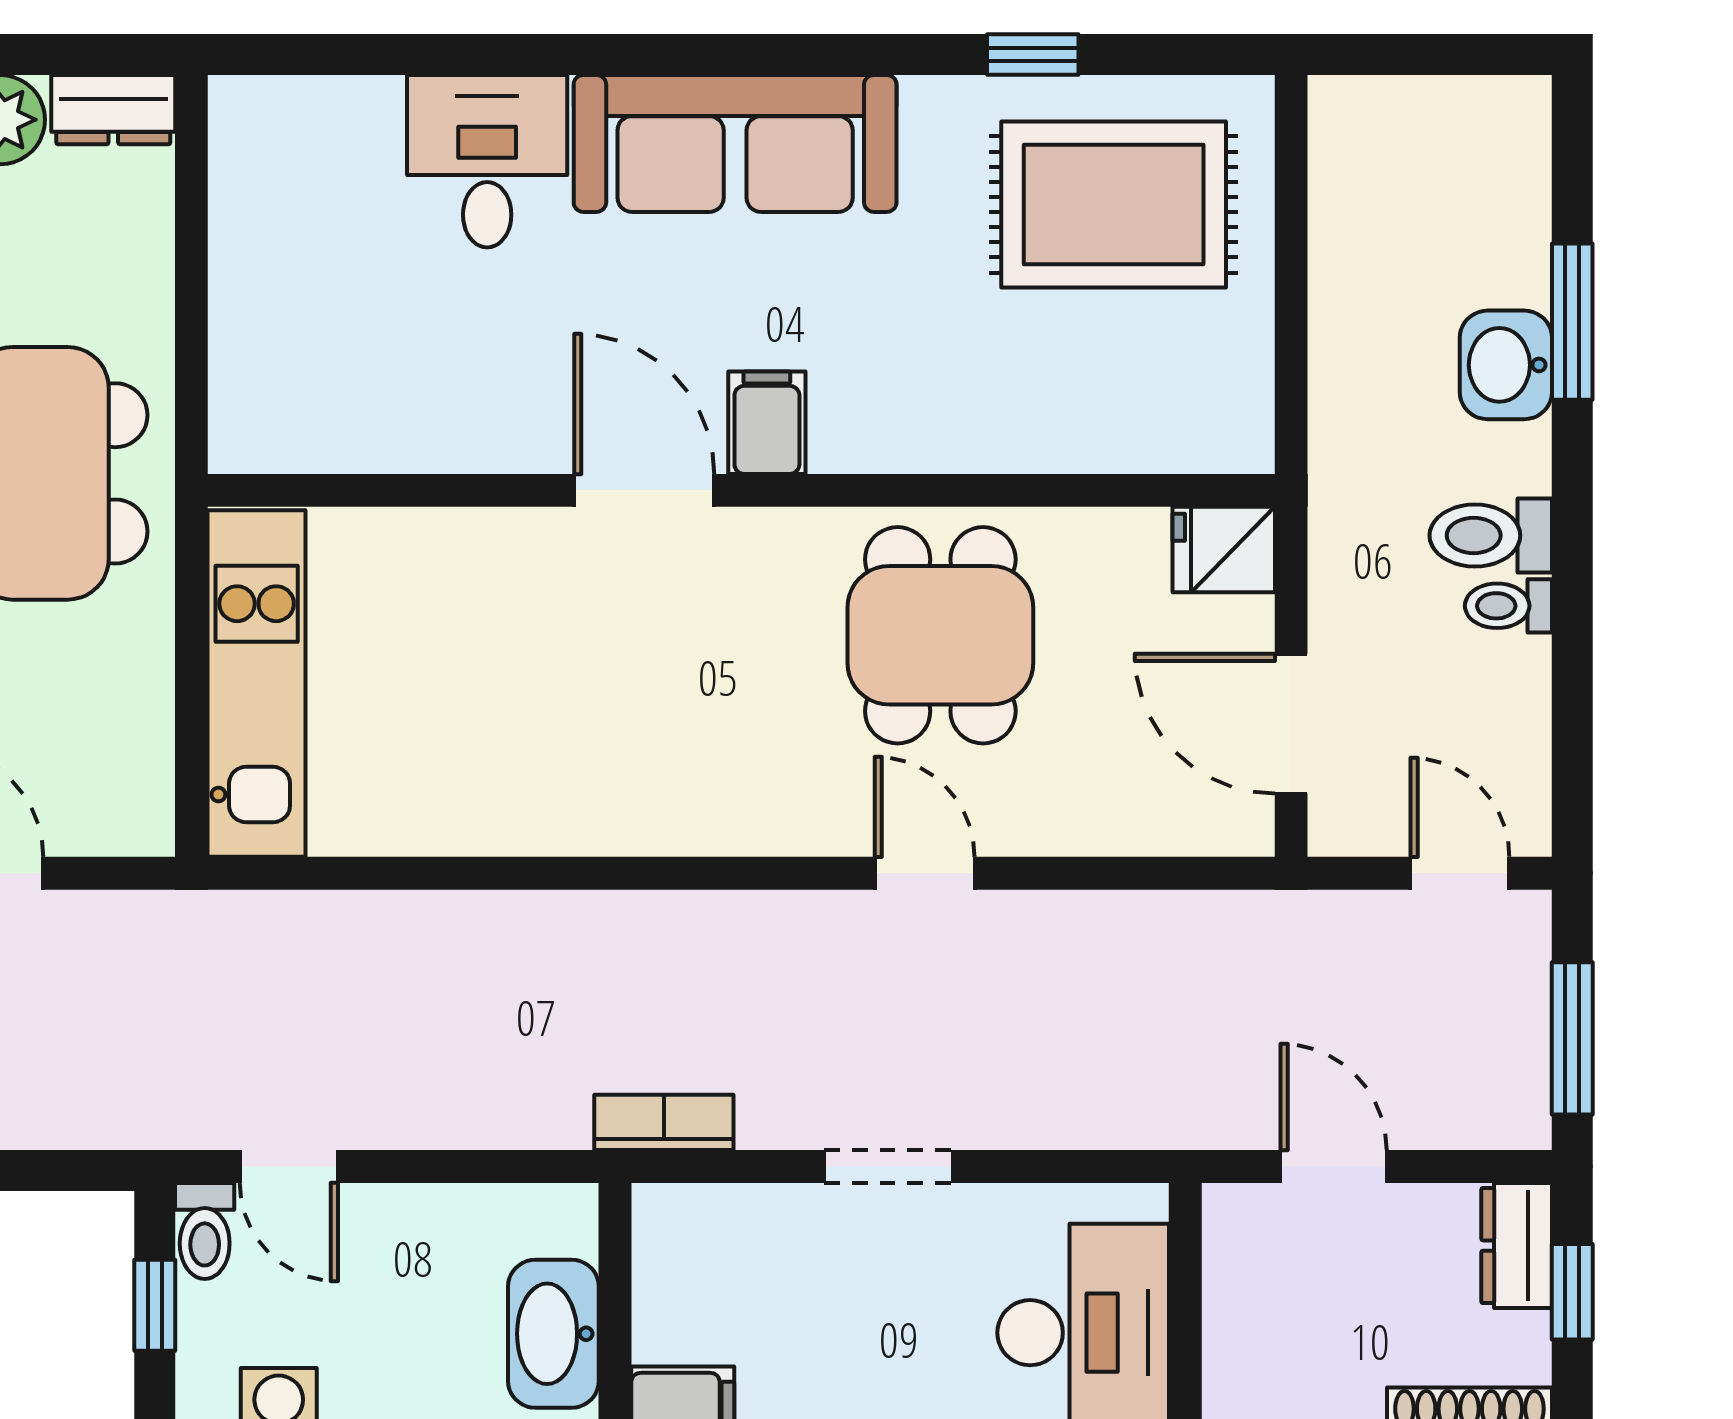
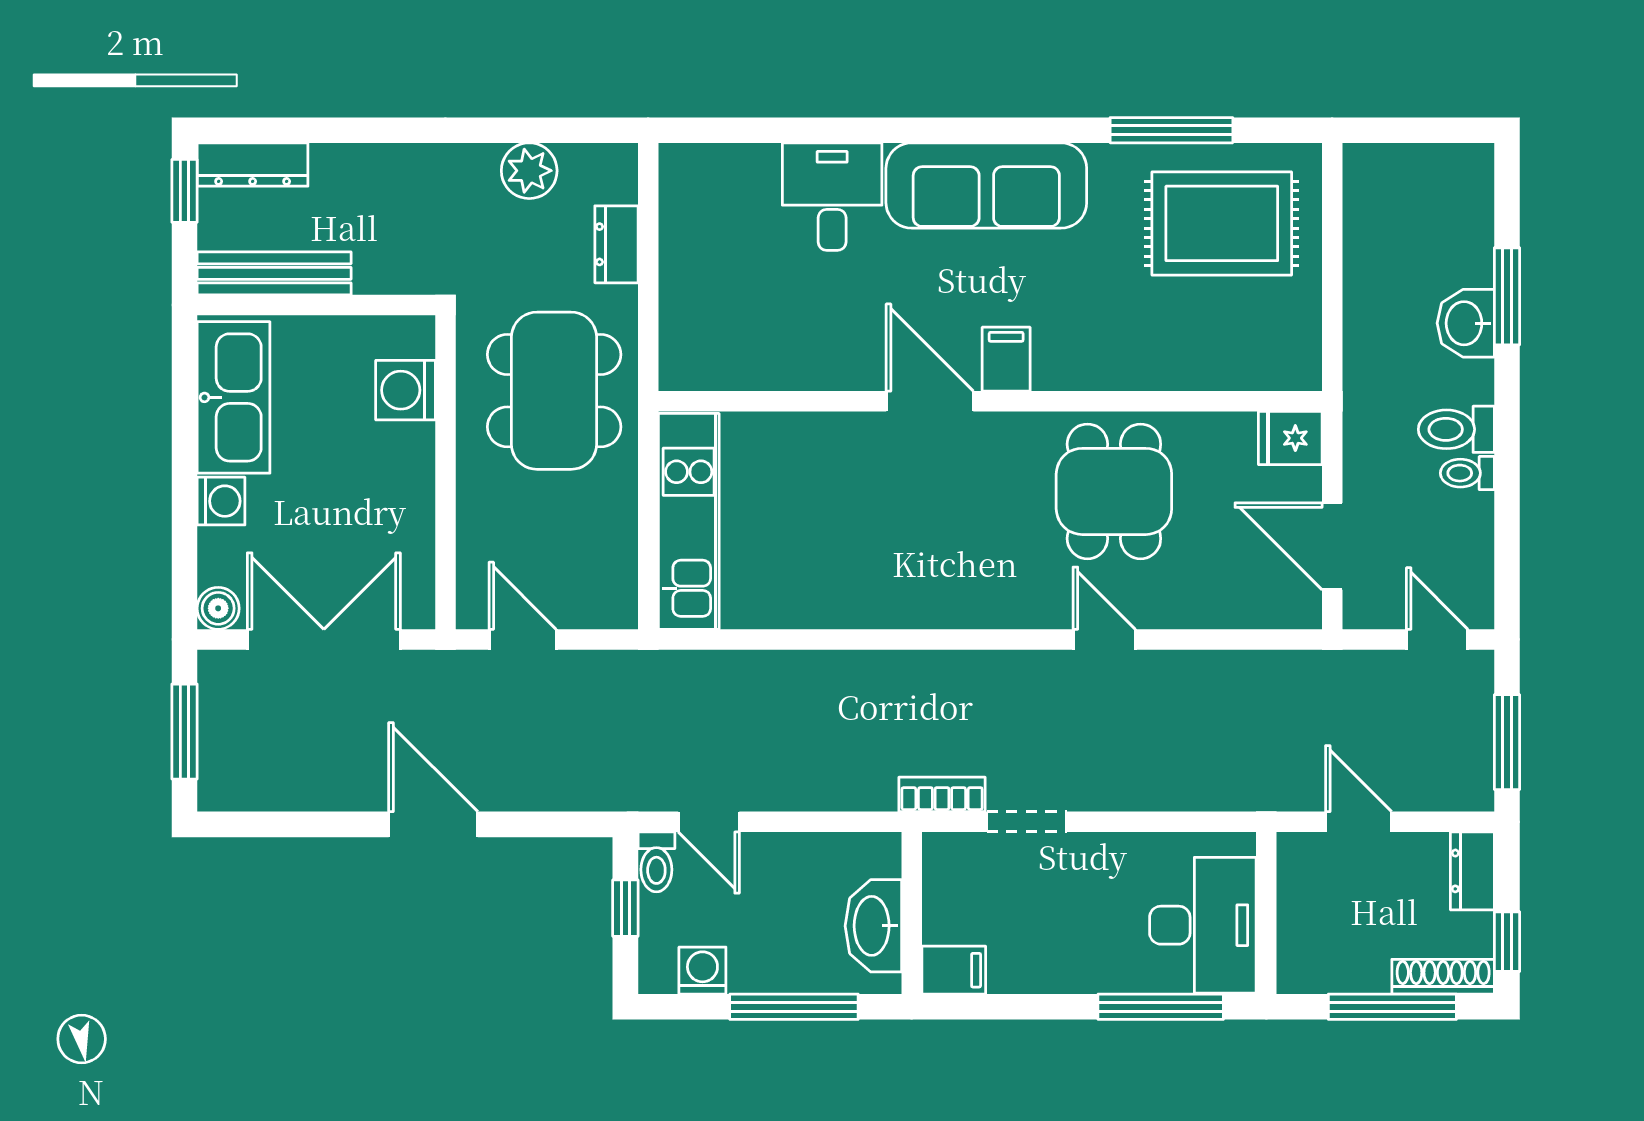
window: (1033, 55) -> (1171, 130), width x2.17
dresser: (113, 110) -> (616, 244), moved, turned 90
doorway: (889, 1167) -> (1027, 822), moved
window: (1572, 1292) -> (1507, 942), moved

